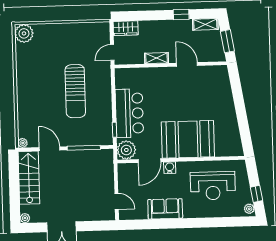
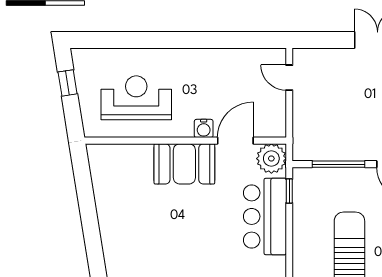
booth: (188, 139) -> (184, 164), width x0.73, depth x0.70
sofa: (165, 209) -> (213, 63), removed
plant: (249, 209) -> (80, 60), removed

